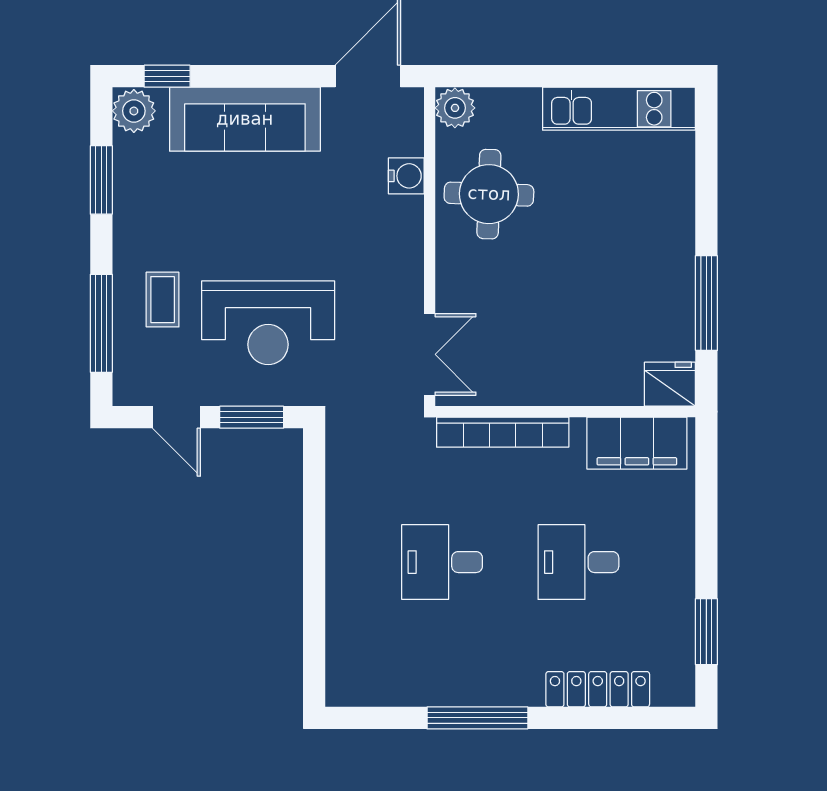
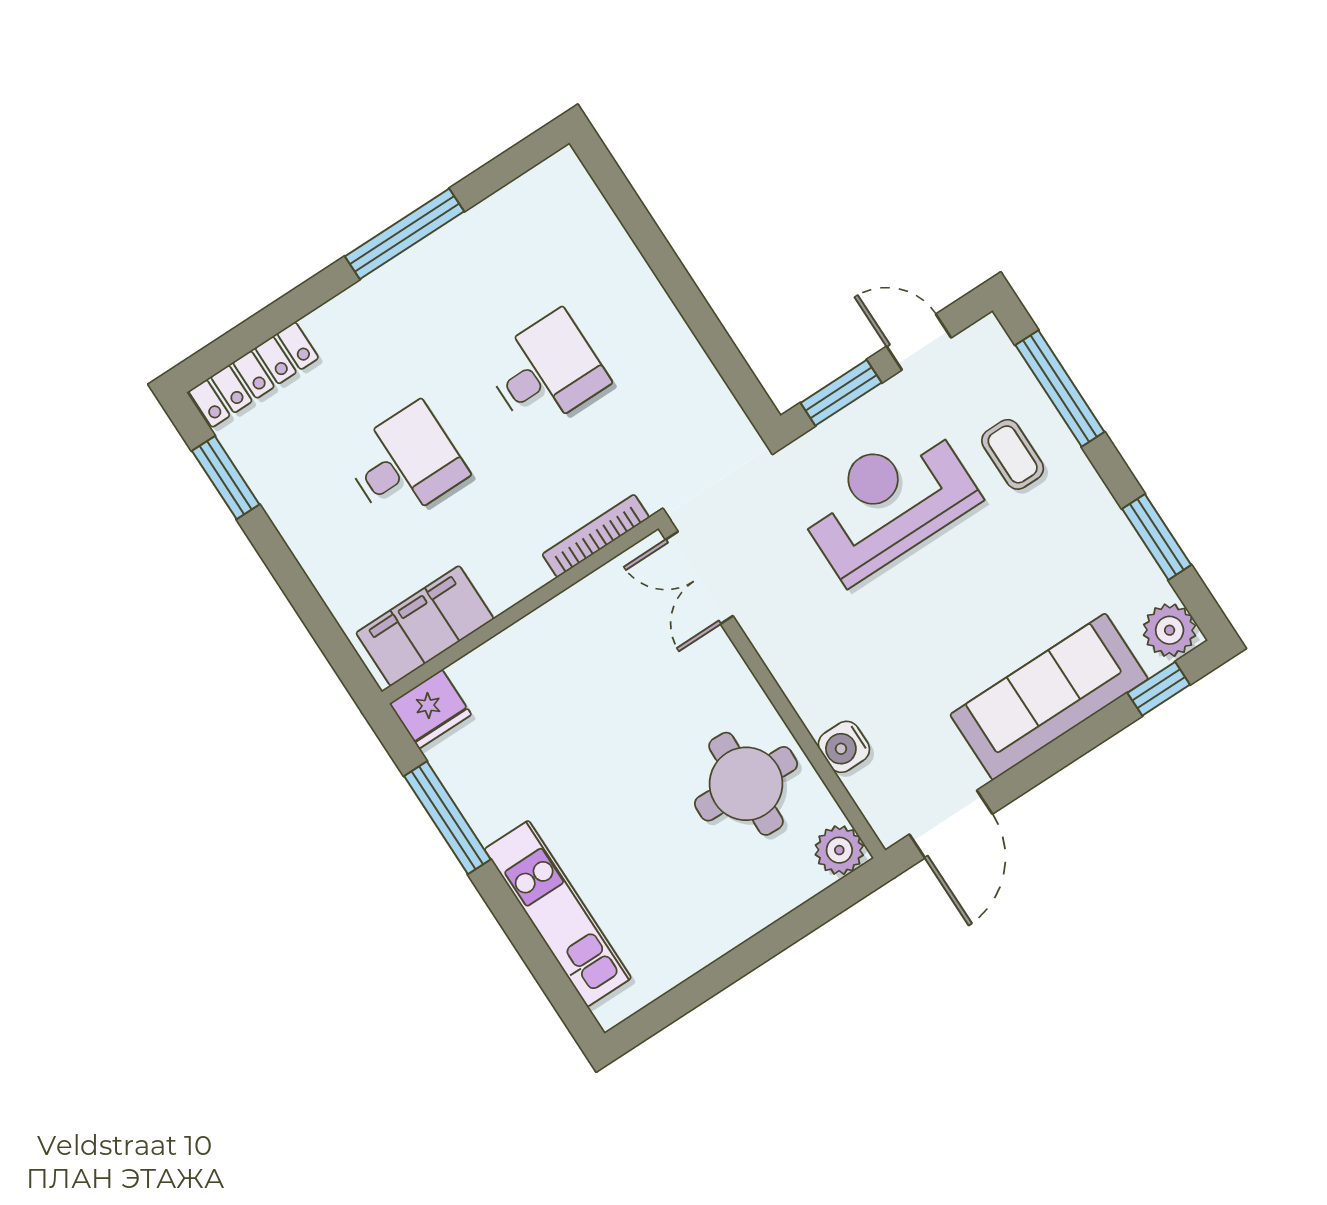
kitchen unit: (619, 109) -> (558, 914), moved, turned 90
bookcase: (503, 432) -> (596, 536), width x0.68, depth x0.76
locker: (598, 689) -> (254, 375), moved

